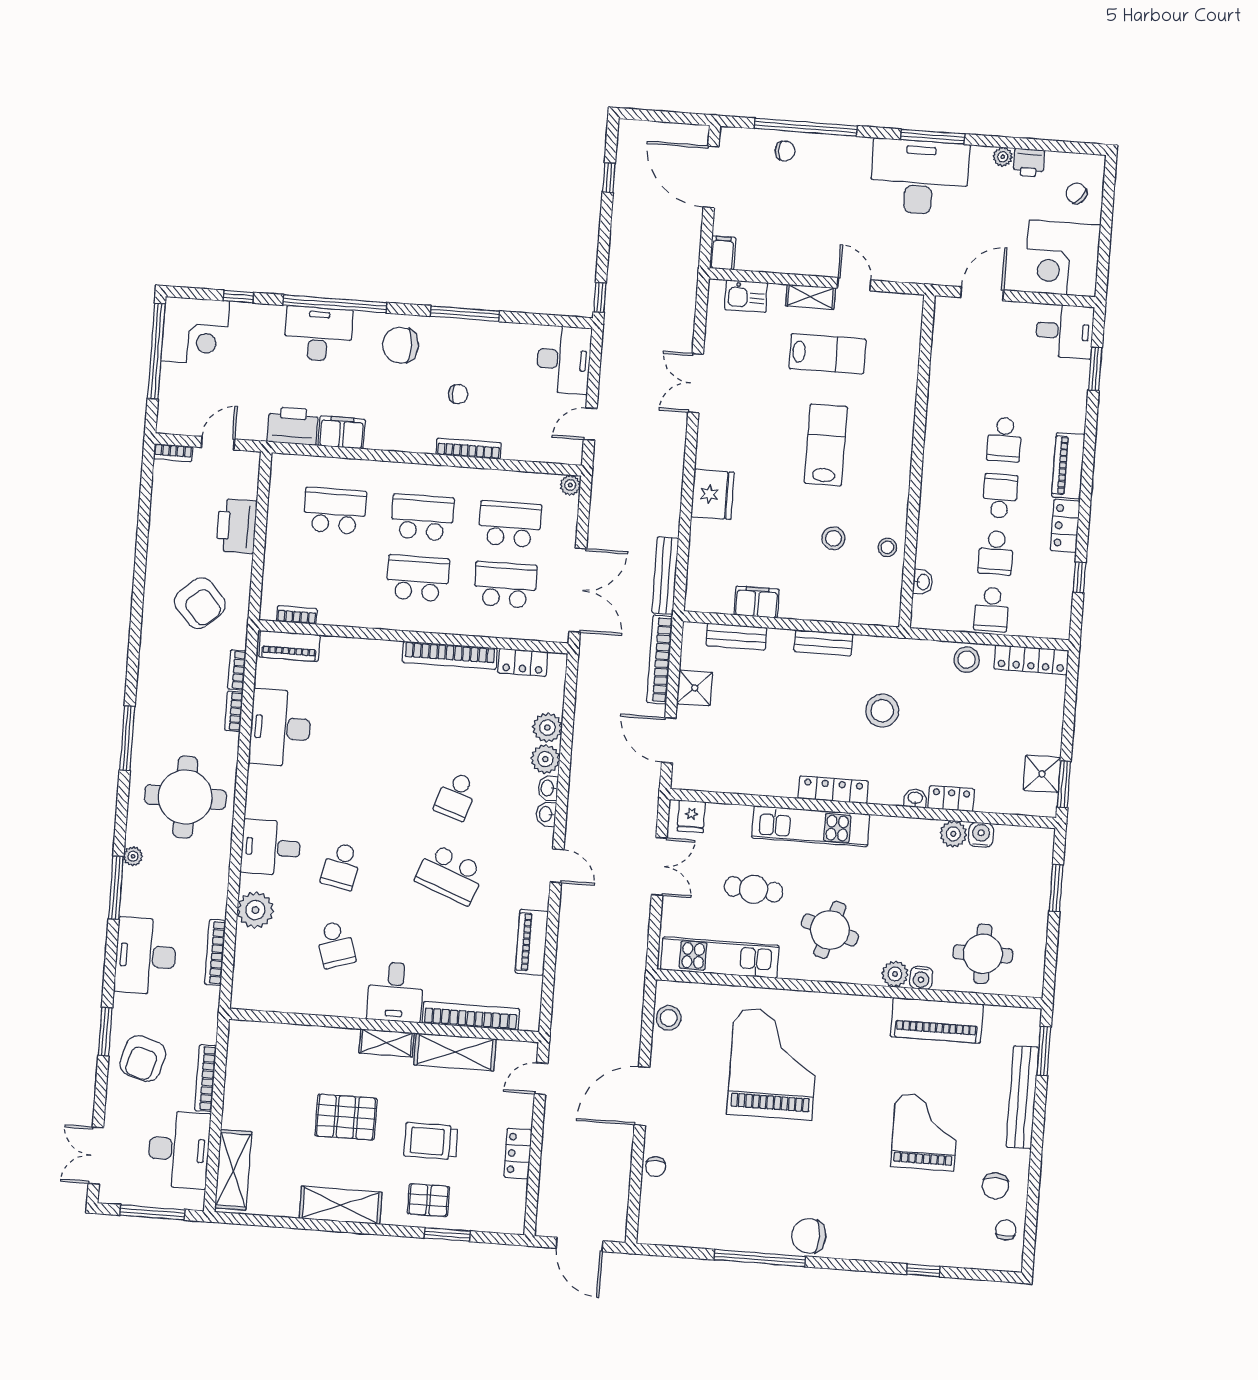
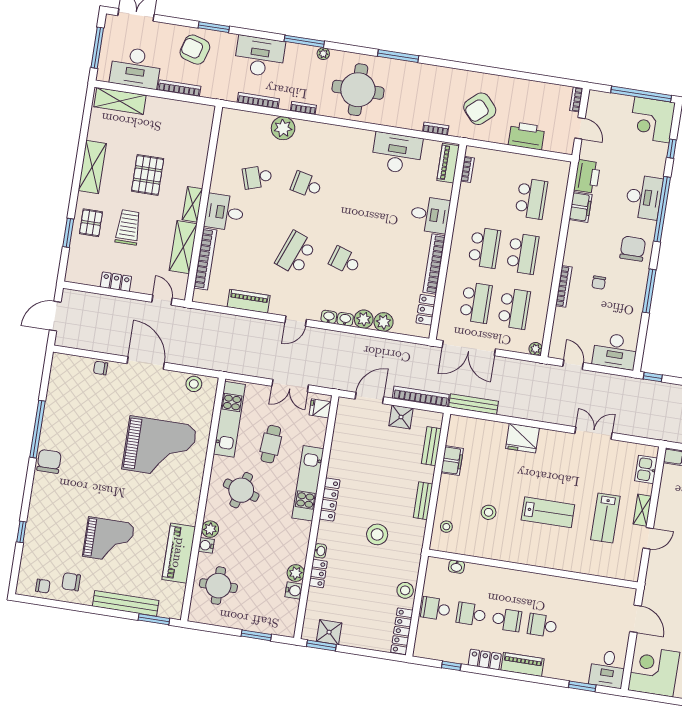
stool: (887, 547) -> (446, 527), moved
bookcase: (234, 711) -> (303, 108), moved
desk: (271, 847) -> (430, 215), moved, turned 90

